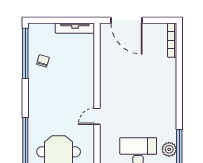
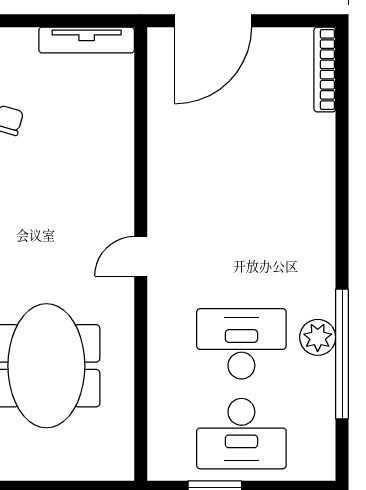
door: (127, 20) -> (213, 21), hinge flipped

